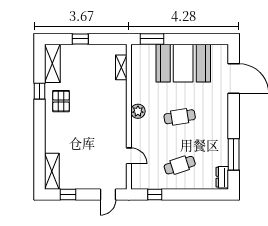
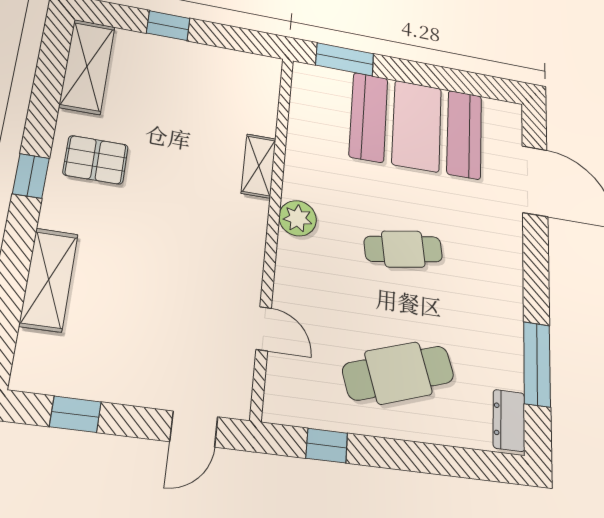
shelving: (121, 67) -> (259, 166), moved
window: (40, 91) -> (31, 176), moved
pallet: (61, 101) -> (96, 160), turned 90
cafe table: (180, 165) -> (398, 373), width x1.37, depth x1.35
shelving: (52, 171) -> (49, 280), moved

